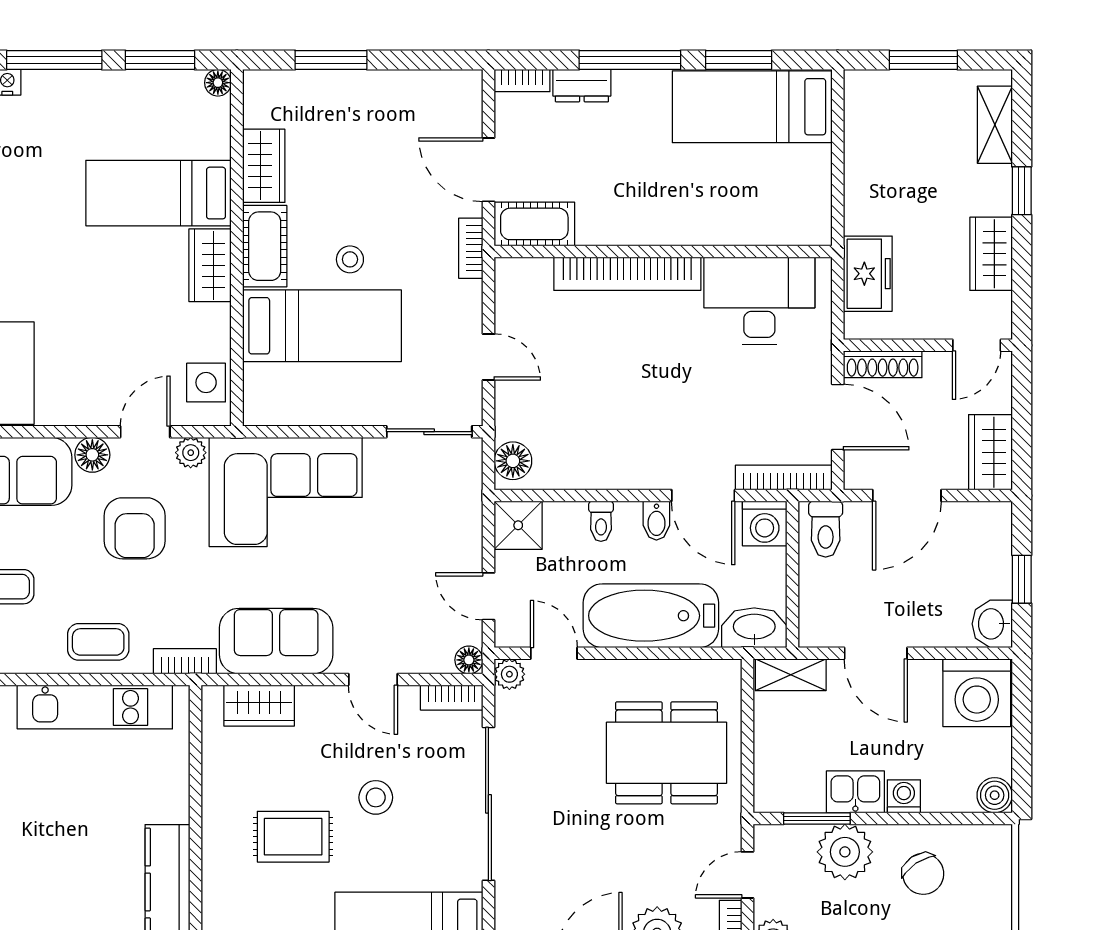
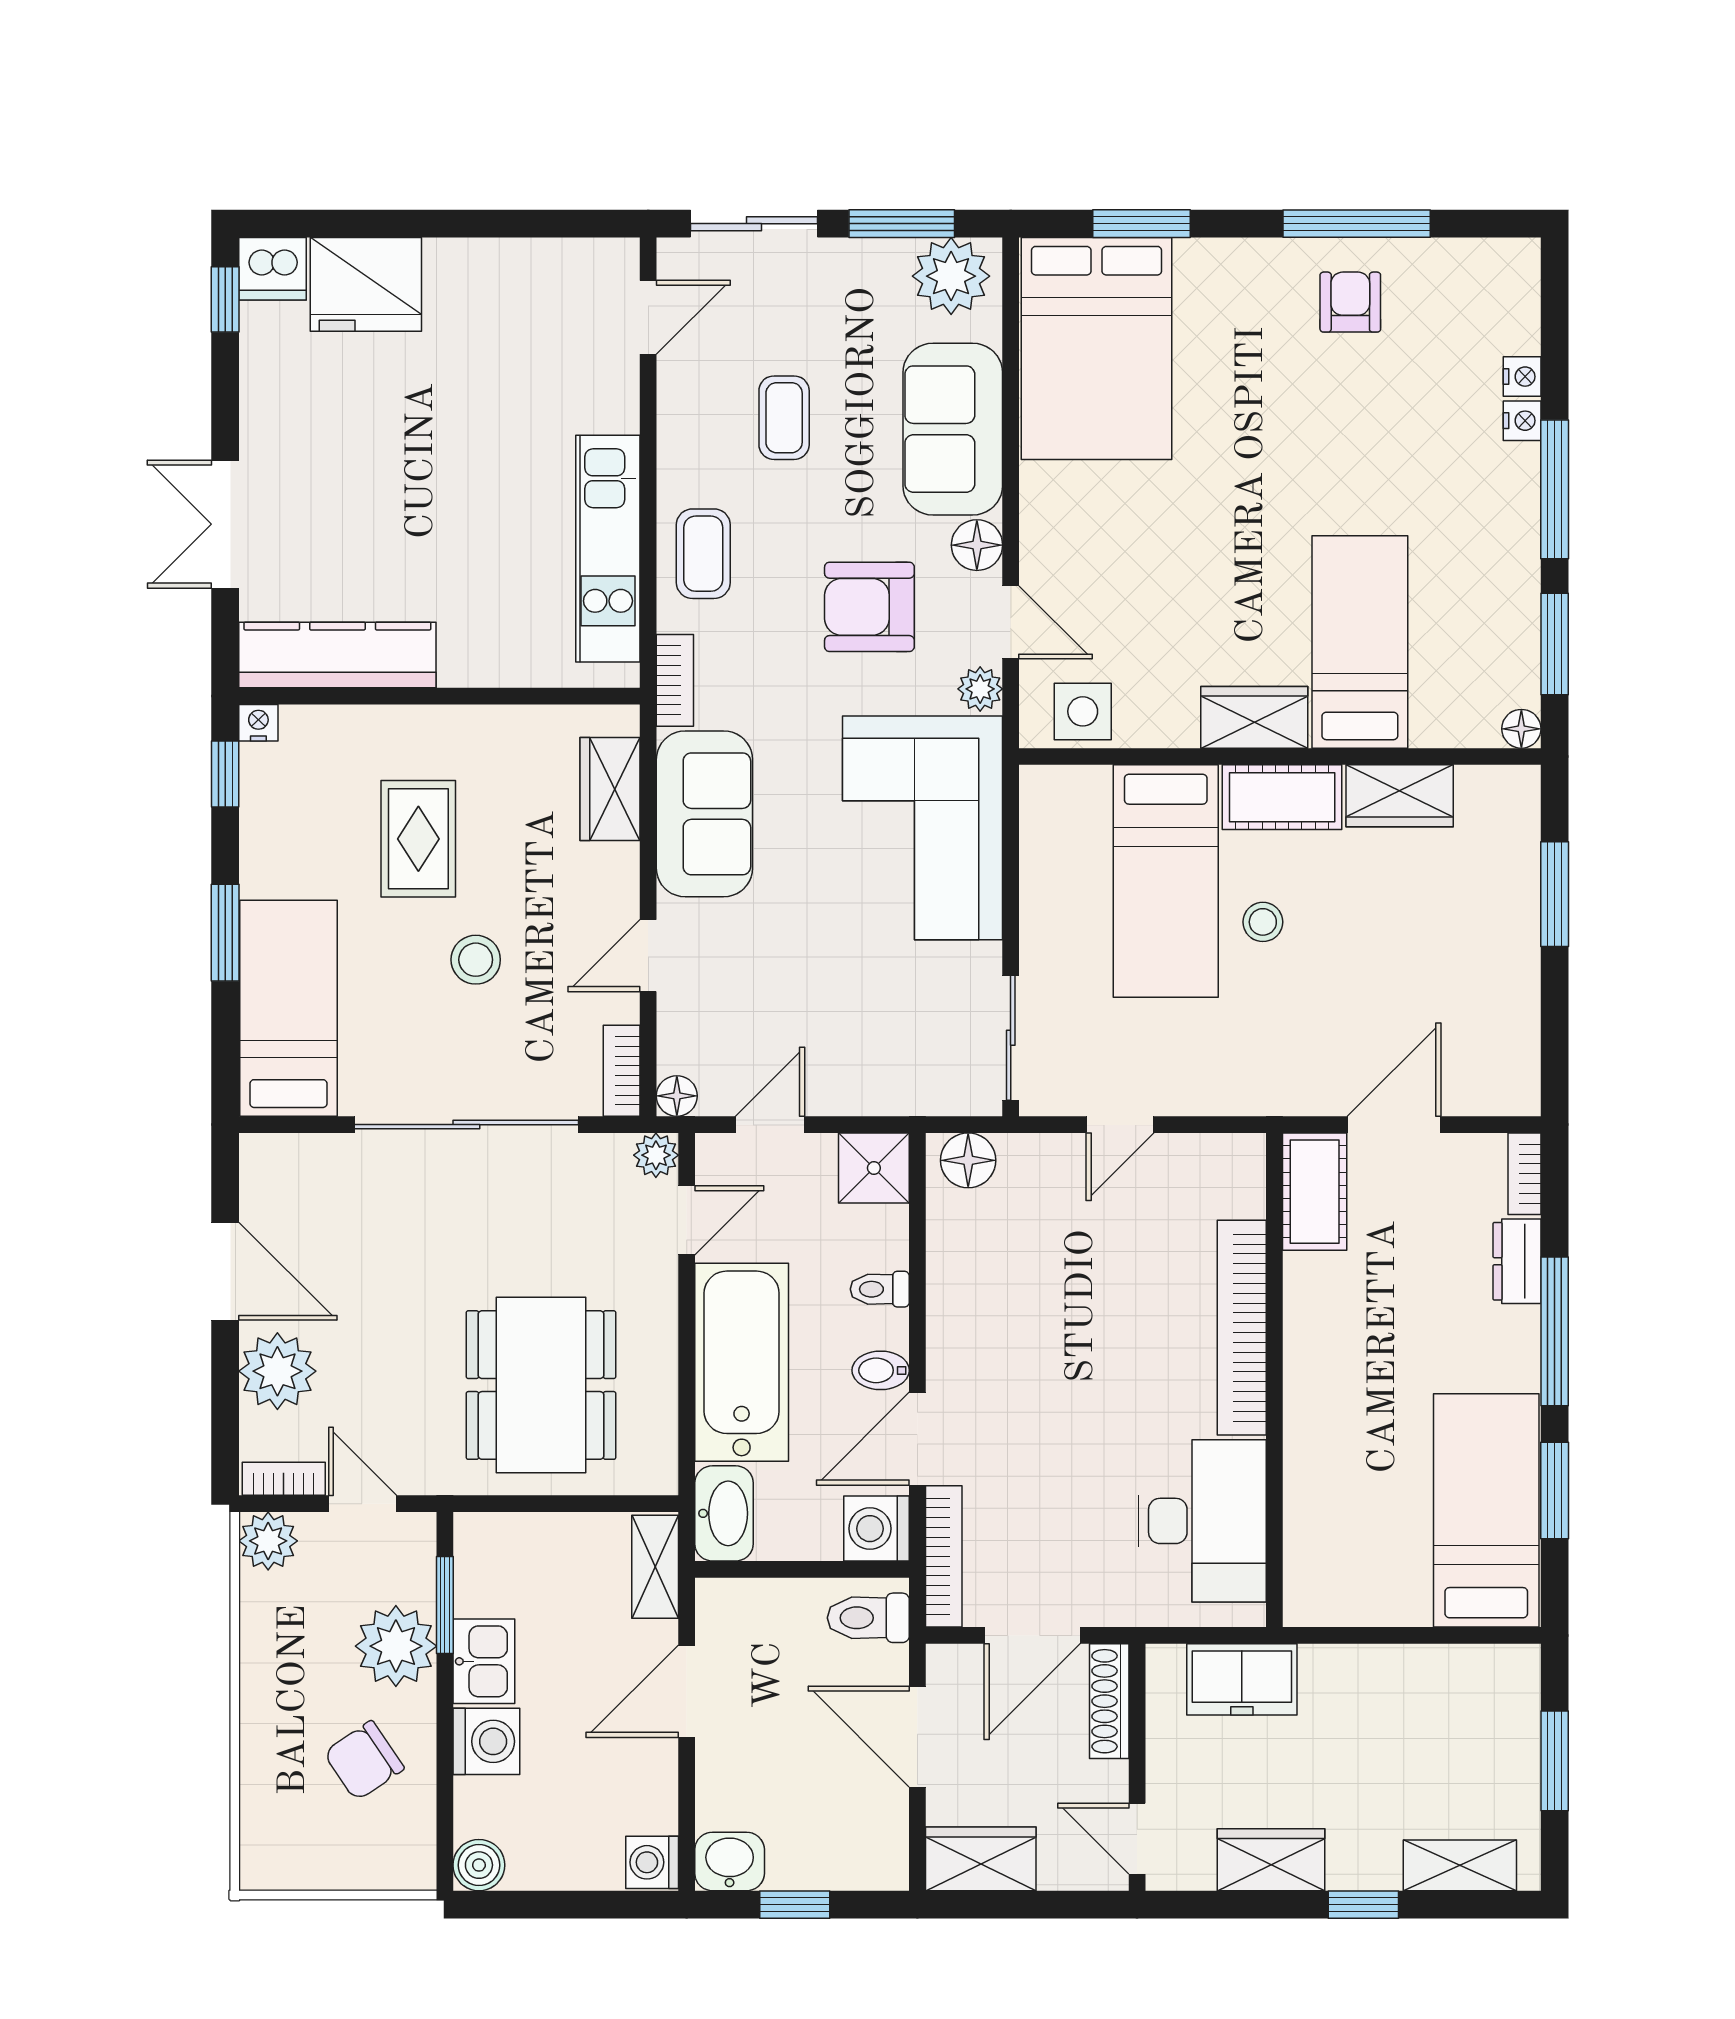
bookcase: (471, 248) -> (1279, 1099), removed
washing machine: (977, 693) -> (652, 1862), width x0.53, depth x0.53
washing machine: (904, 796) -> (486, 1741), width x1.38, depth x1.38

